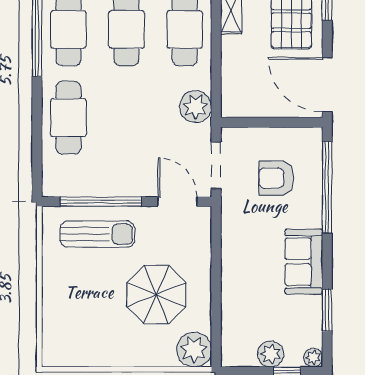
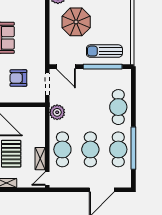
armchair: (276, 178) -> (18, 78), turned 180

